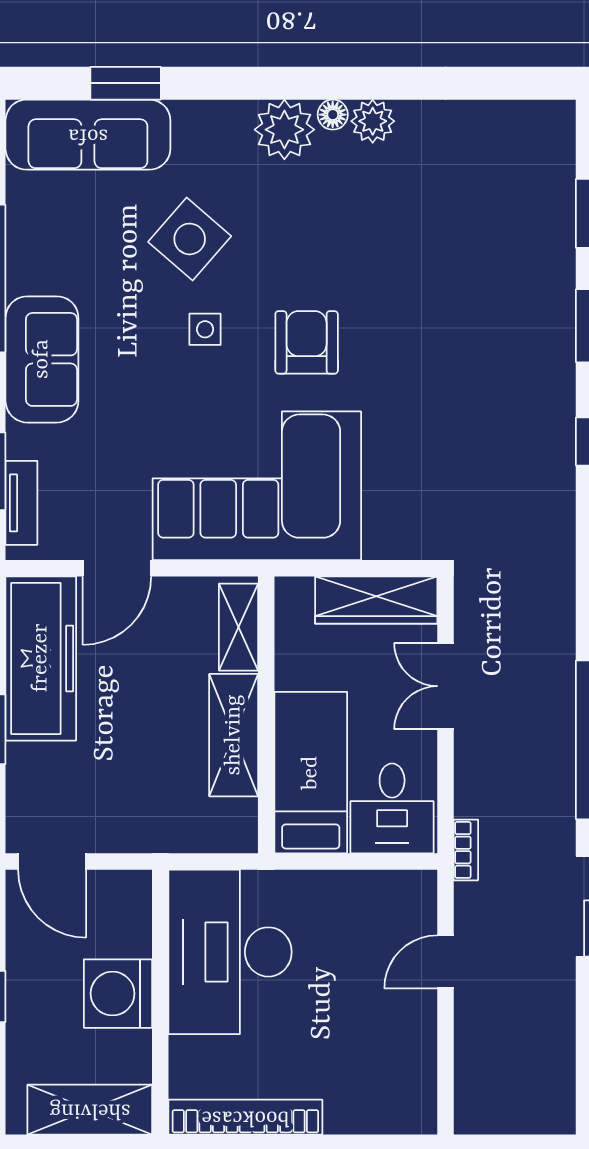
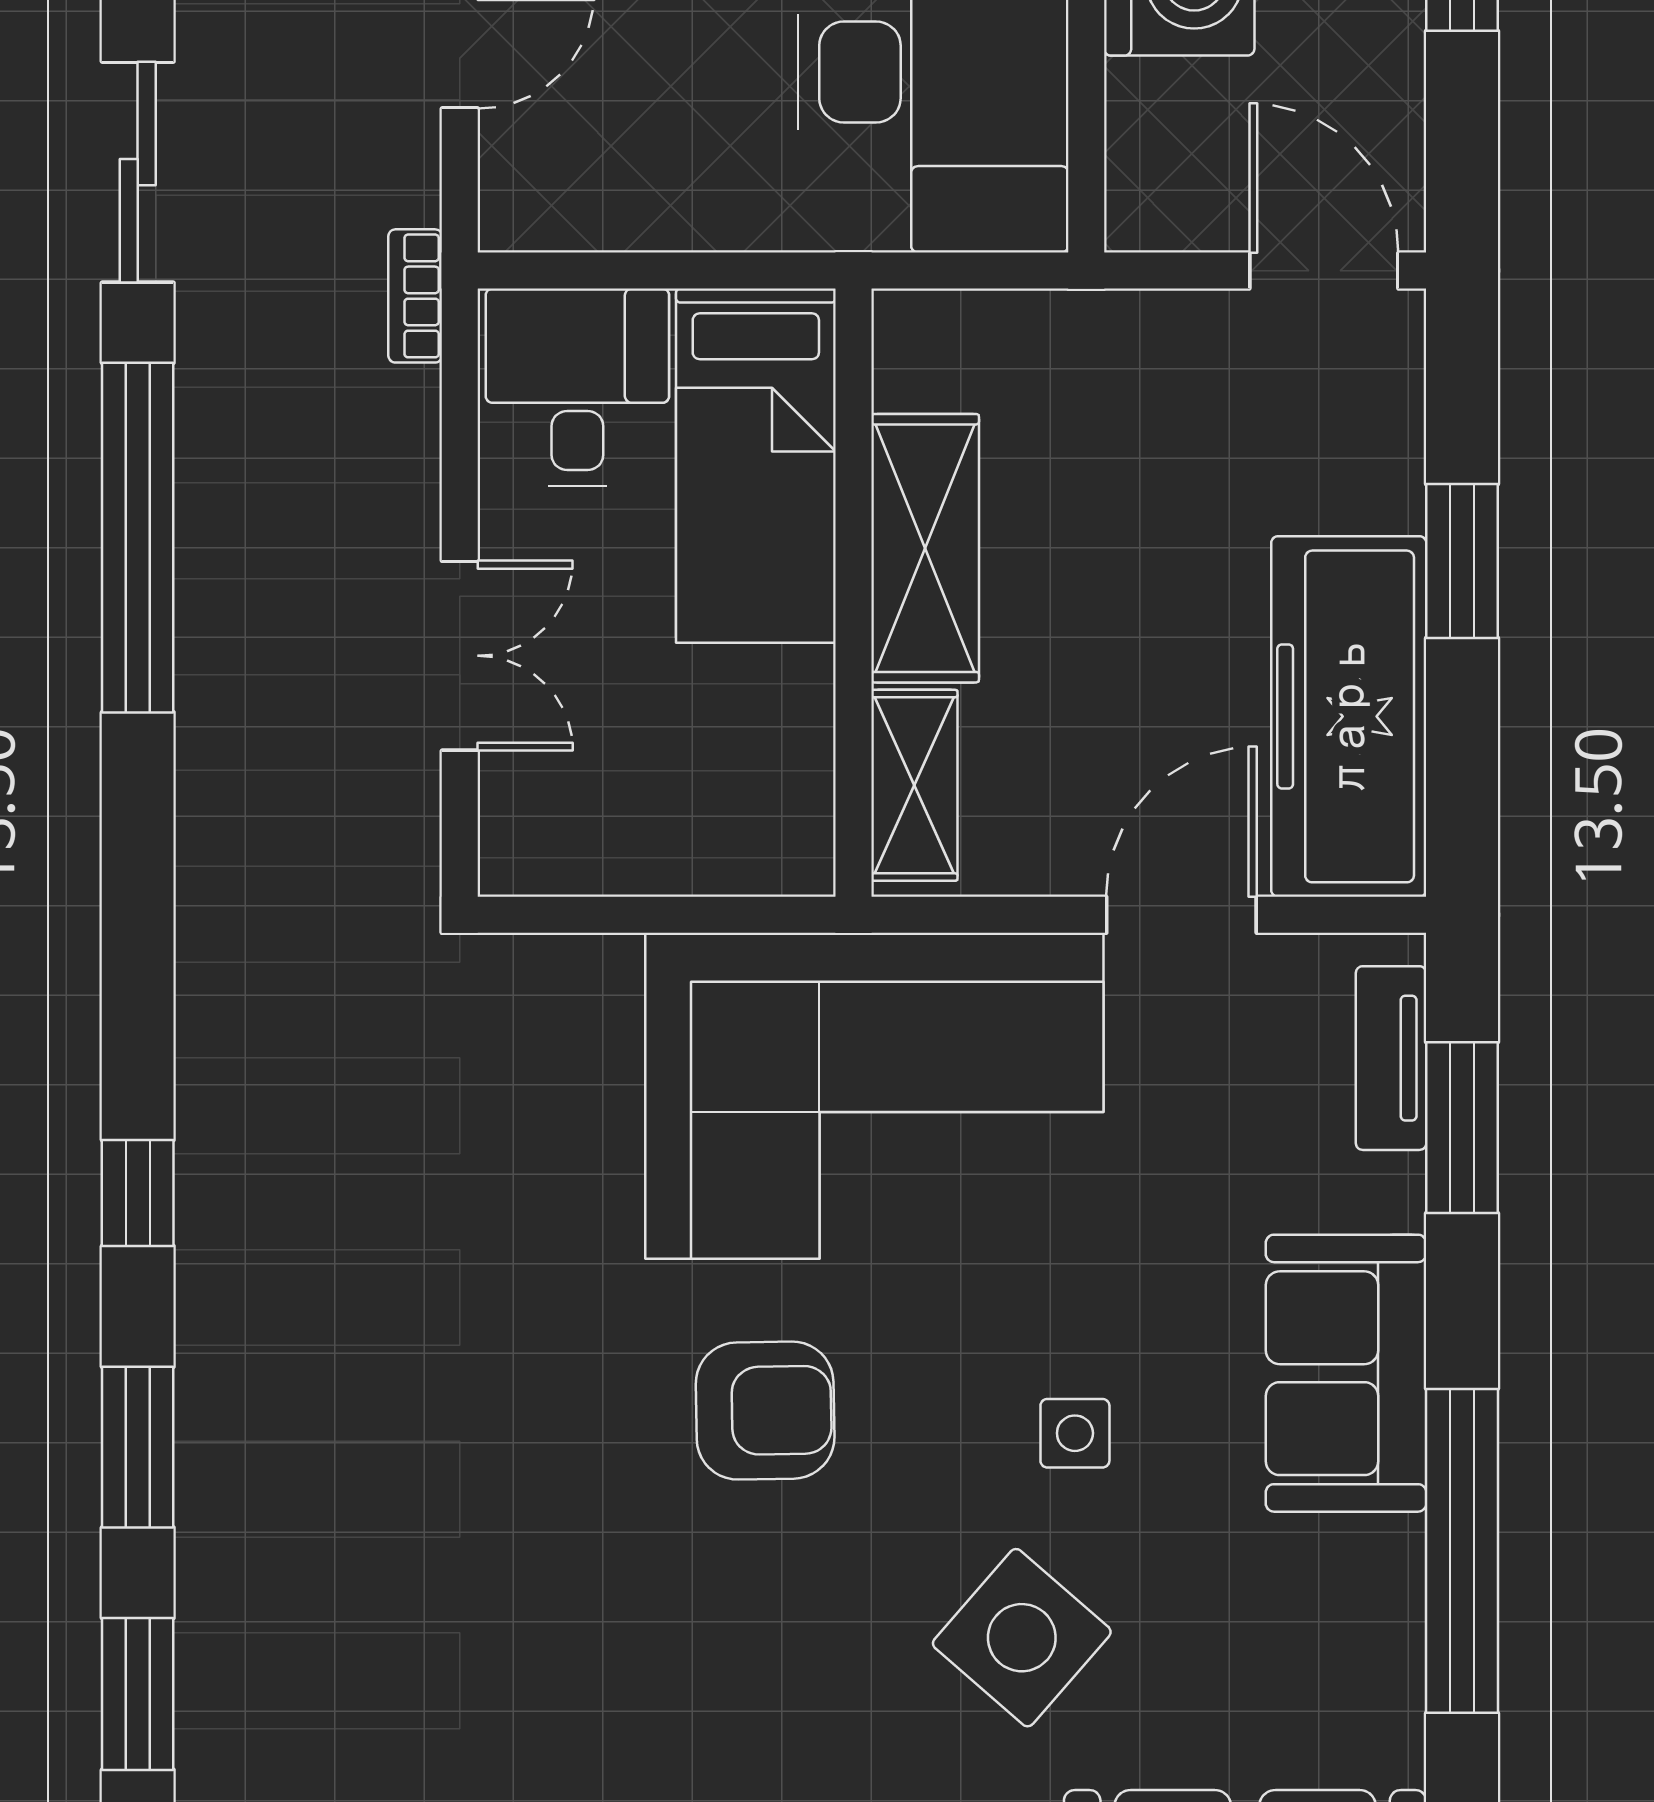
side table: (205, 329) -> (1075, 1433), moved
armchair: (307, 342) -> (765, 1411), turned -91
wardrobe: (376, 600) -> (612, 845), removed

